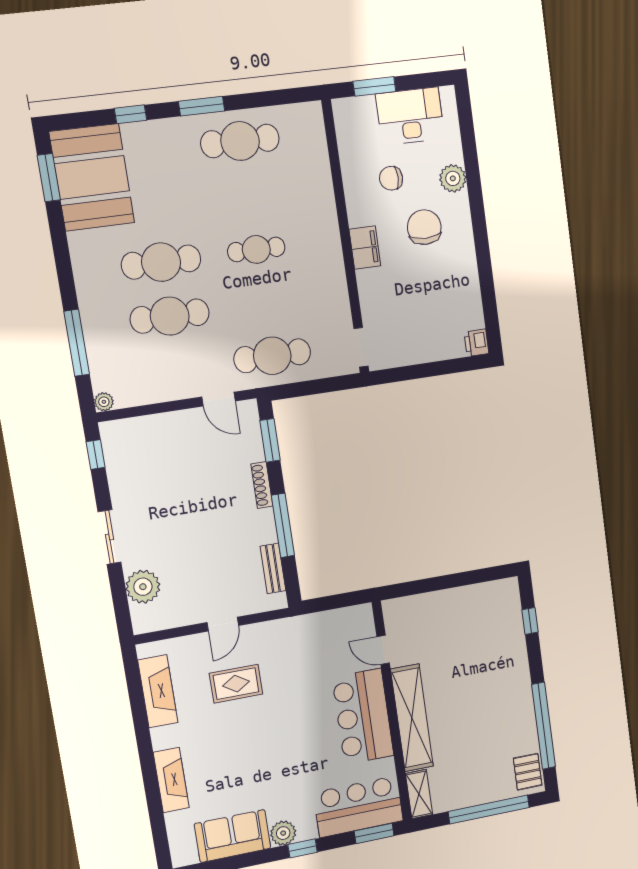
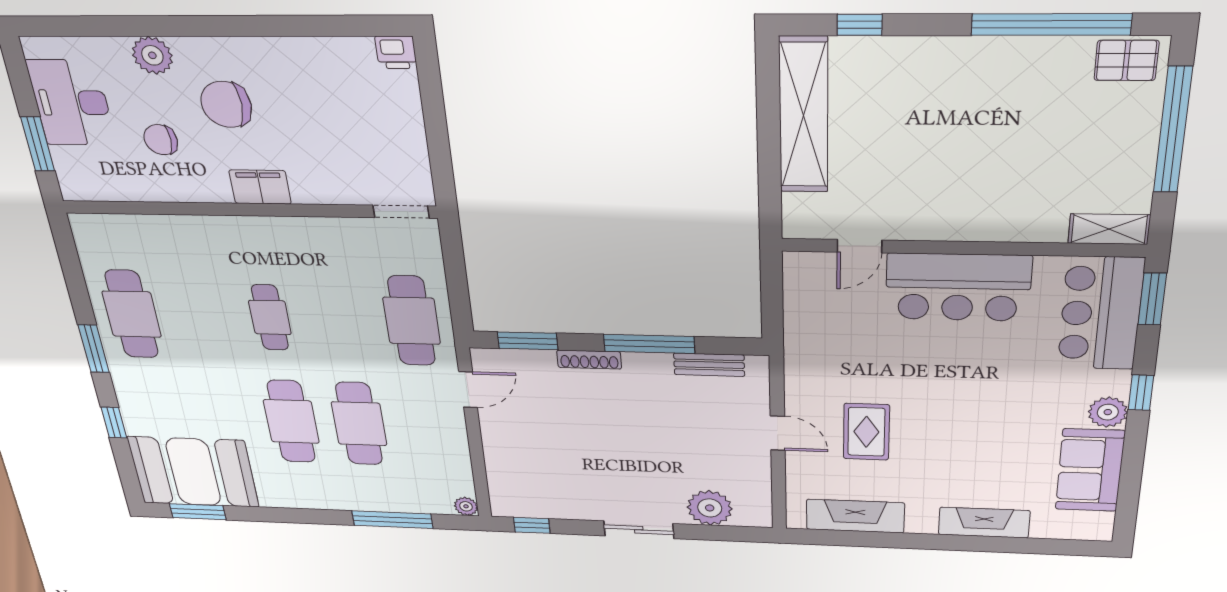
chair: (391, 178) -> (161, 140), turned 90
shelving: (412, 718) -> (804, 116), moved, turned 90

